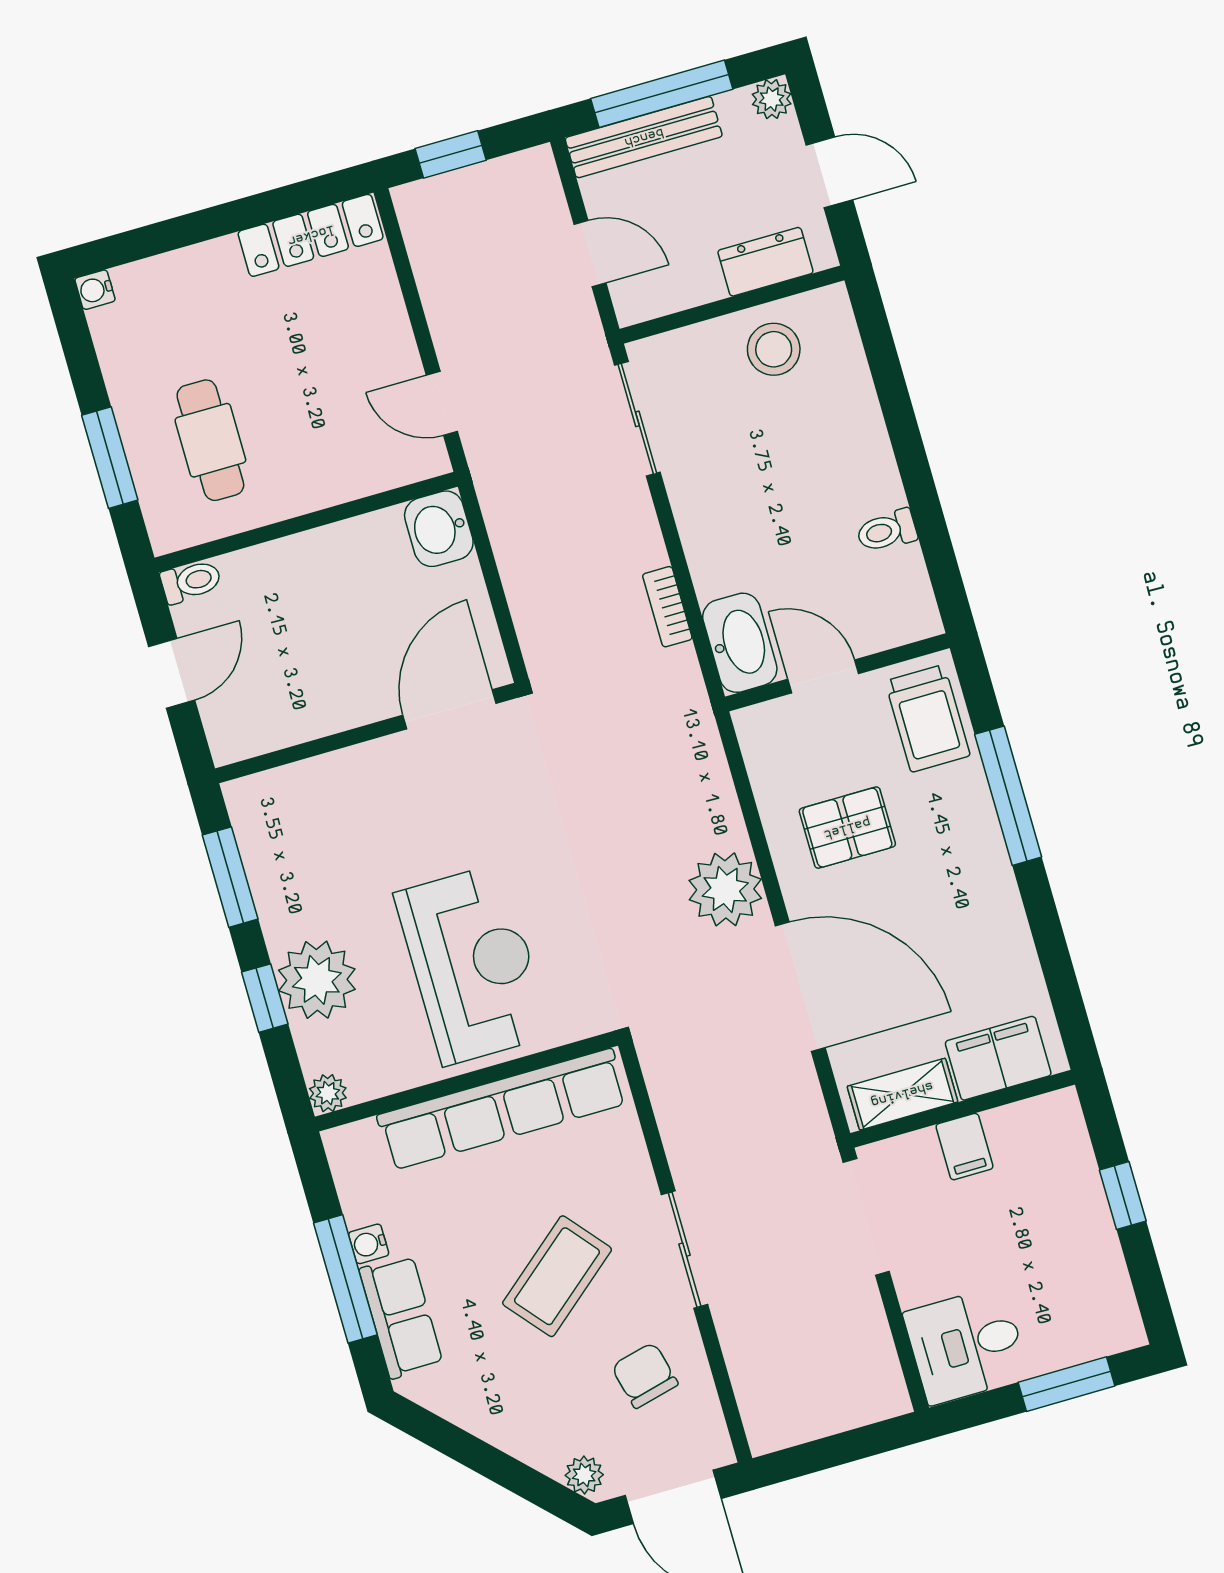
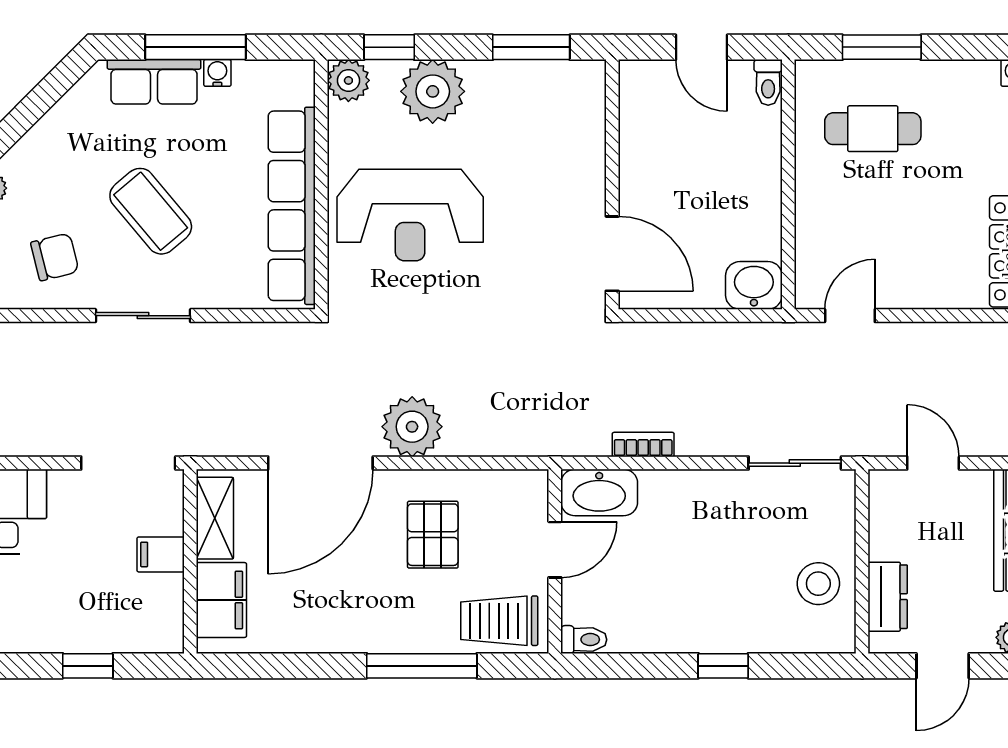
door: (590, 253) -> (933, 463), swing flipped
window: (905, 435) -> (723, 666), added
toilet: (887, 531) -> (584, 640), moved, turned 90
window: (265, 998) -> (389, 47), moved
plant: (328, 1093) -> (348, 80), width x1.38, depth x1.38

